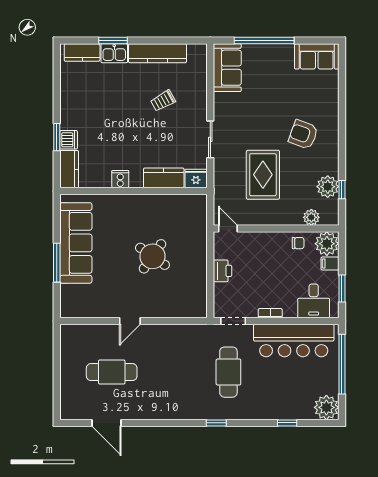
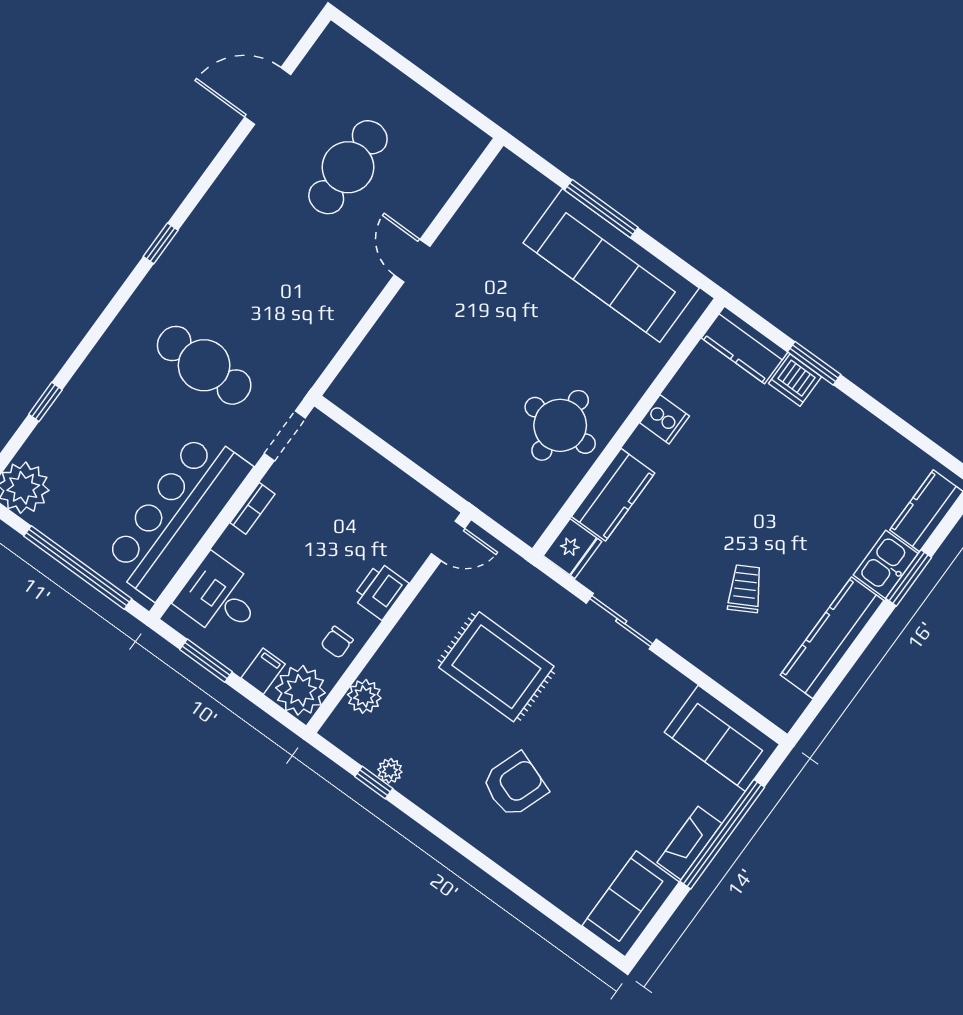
fireplace: (277, 51) -> (689, 843), added
plant: (328, 187) -> (390, 771), width x0.53, depth x0.53
round table: (152, 256) -> (560, 425), moved, turned -35
printer: (222, 271) -> (380, 591), moved, turned 90
window: (216, 423) -> (161, 243), moved

